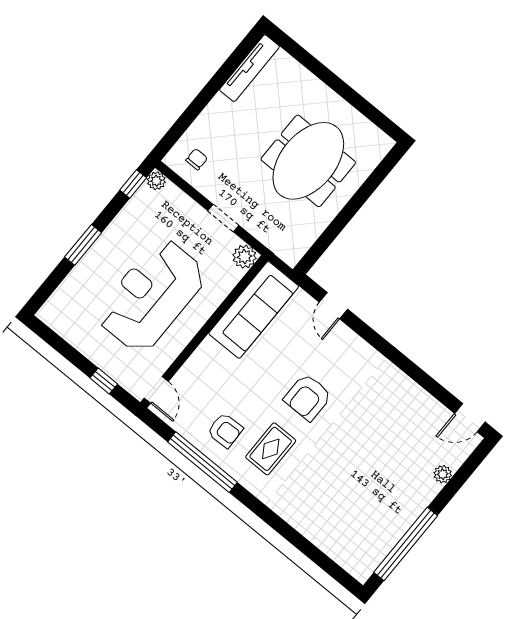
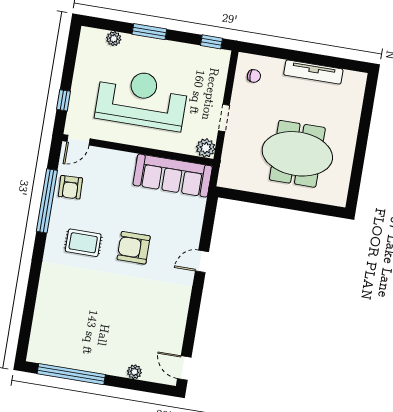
tv unit: (249, 68) -> (313, 72), moved
plant: (156, 181) -> (114, 39), moved
door: (333, 306) -> (202, 261), moved
armchair: (225, 430) -> (70, 187), moved

